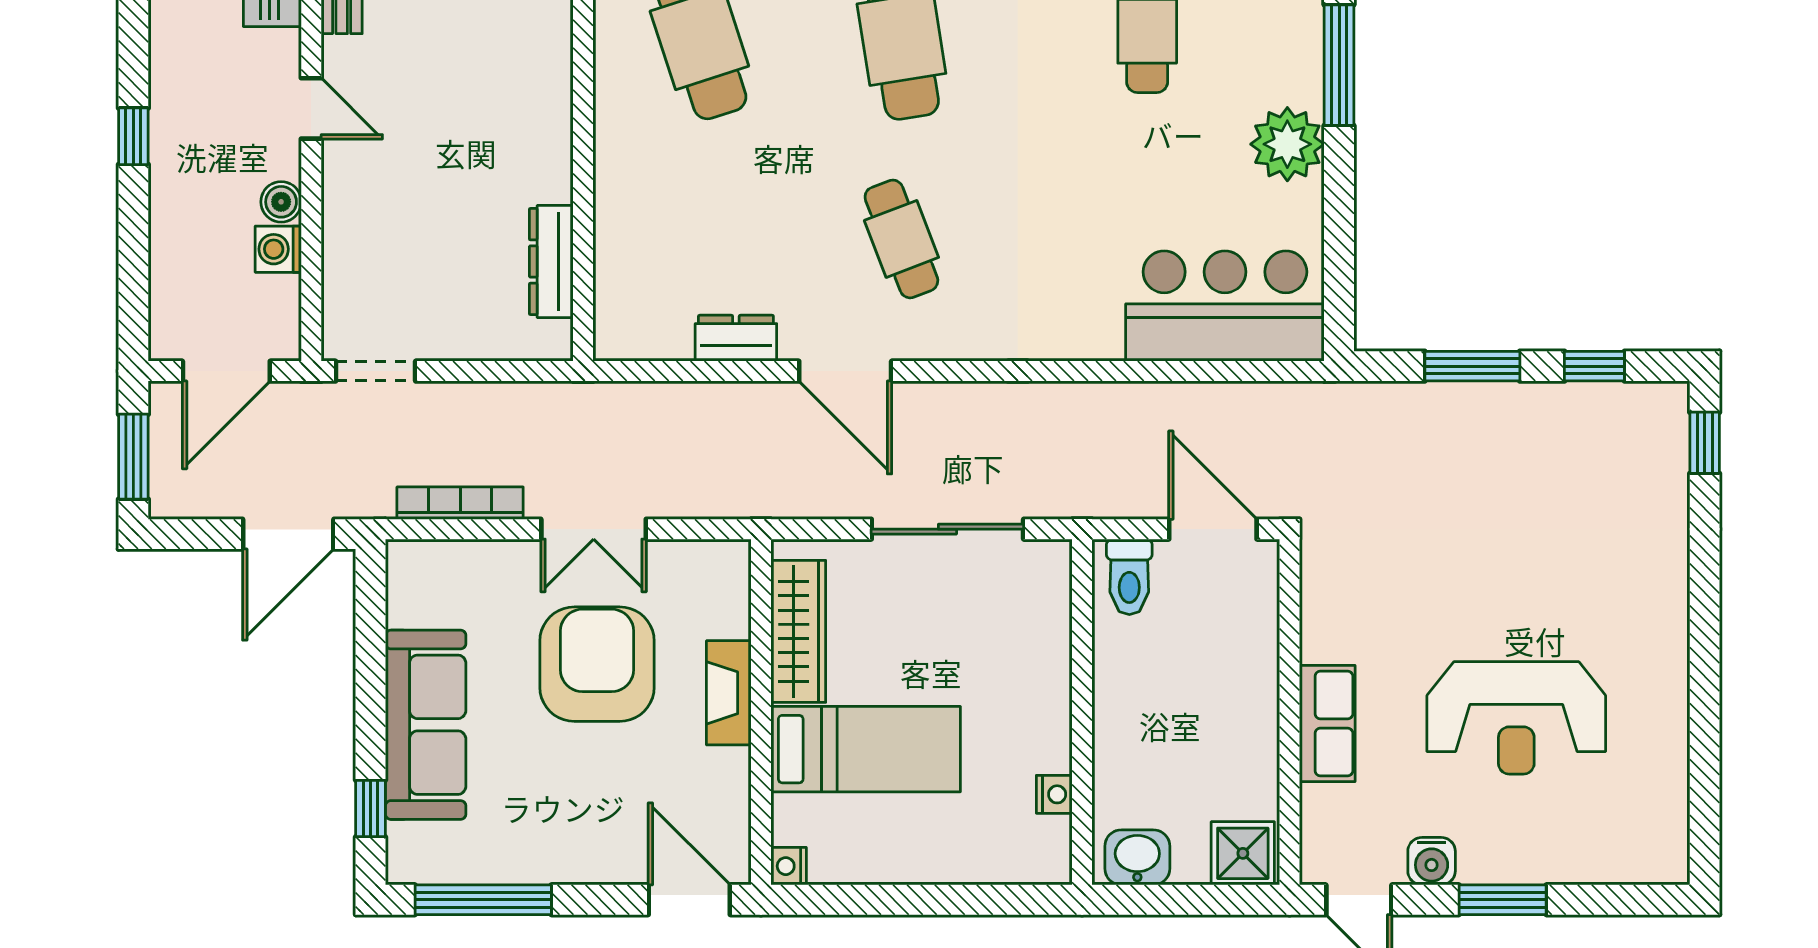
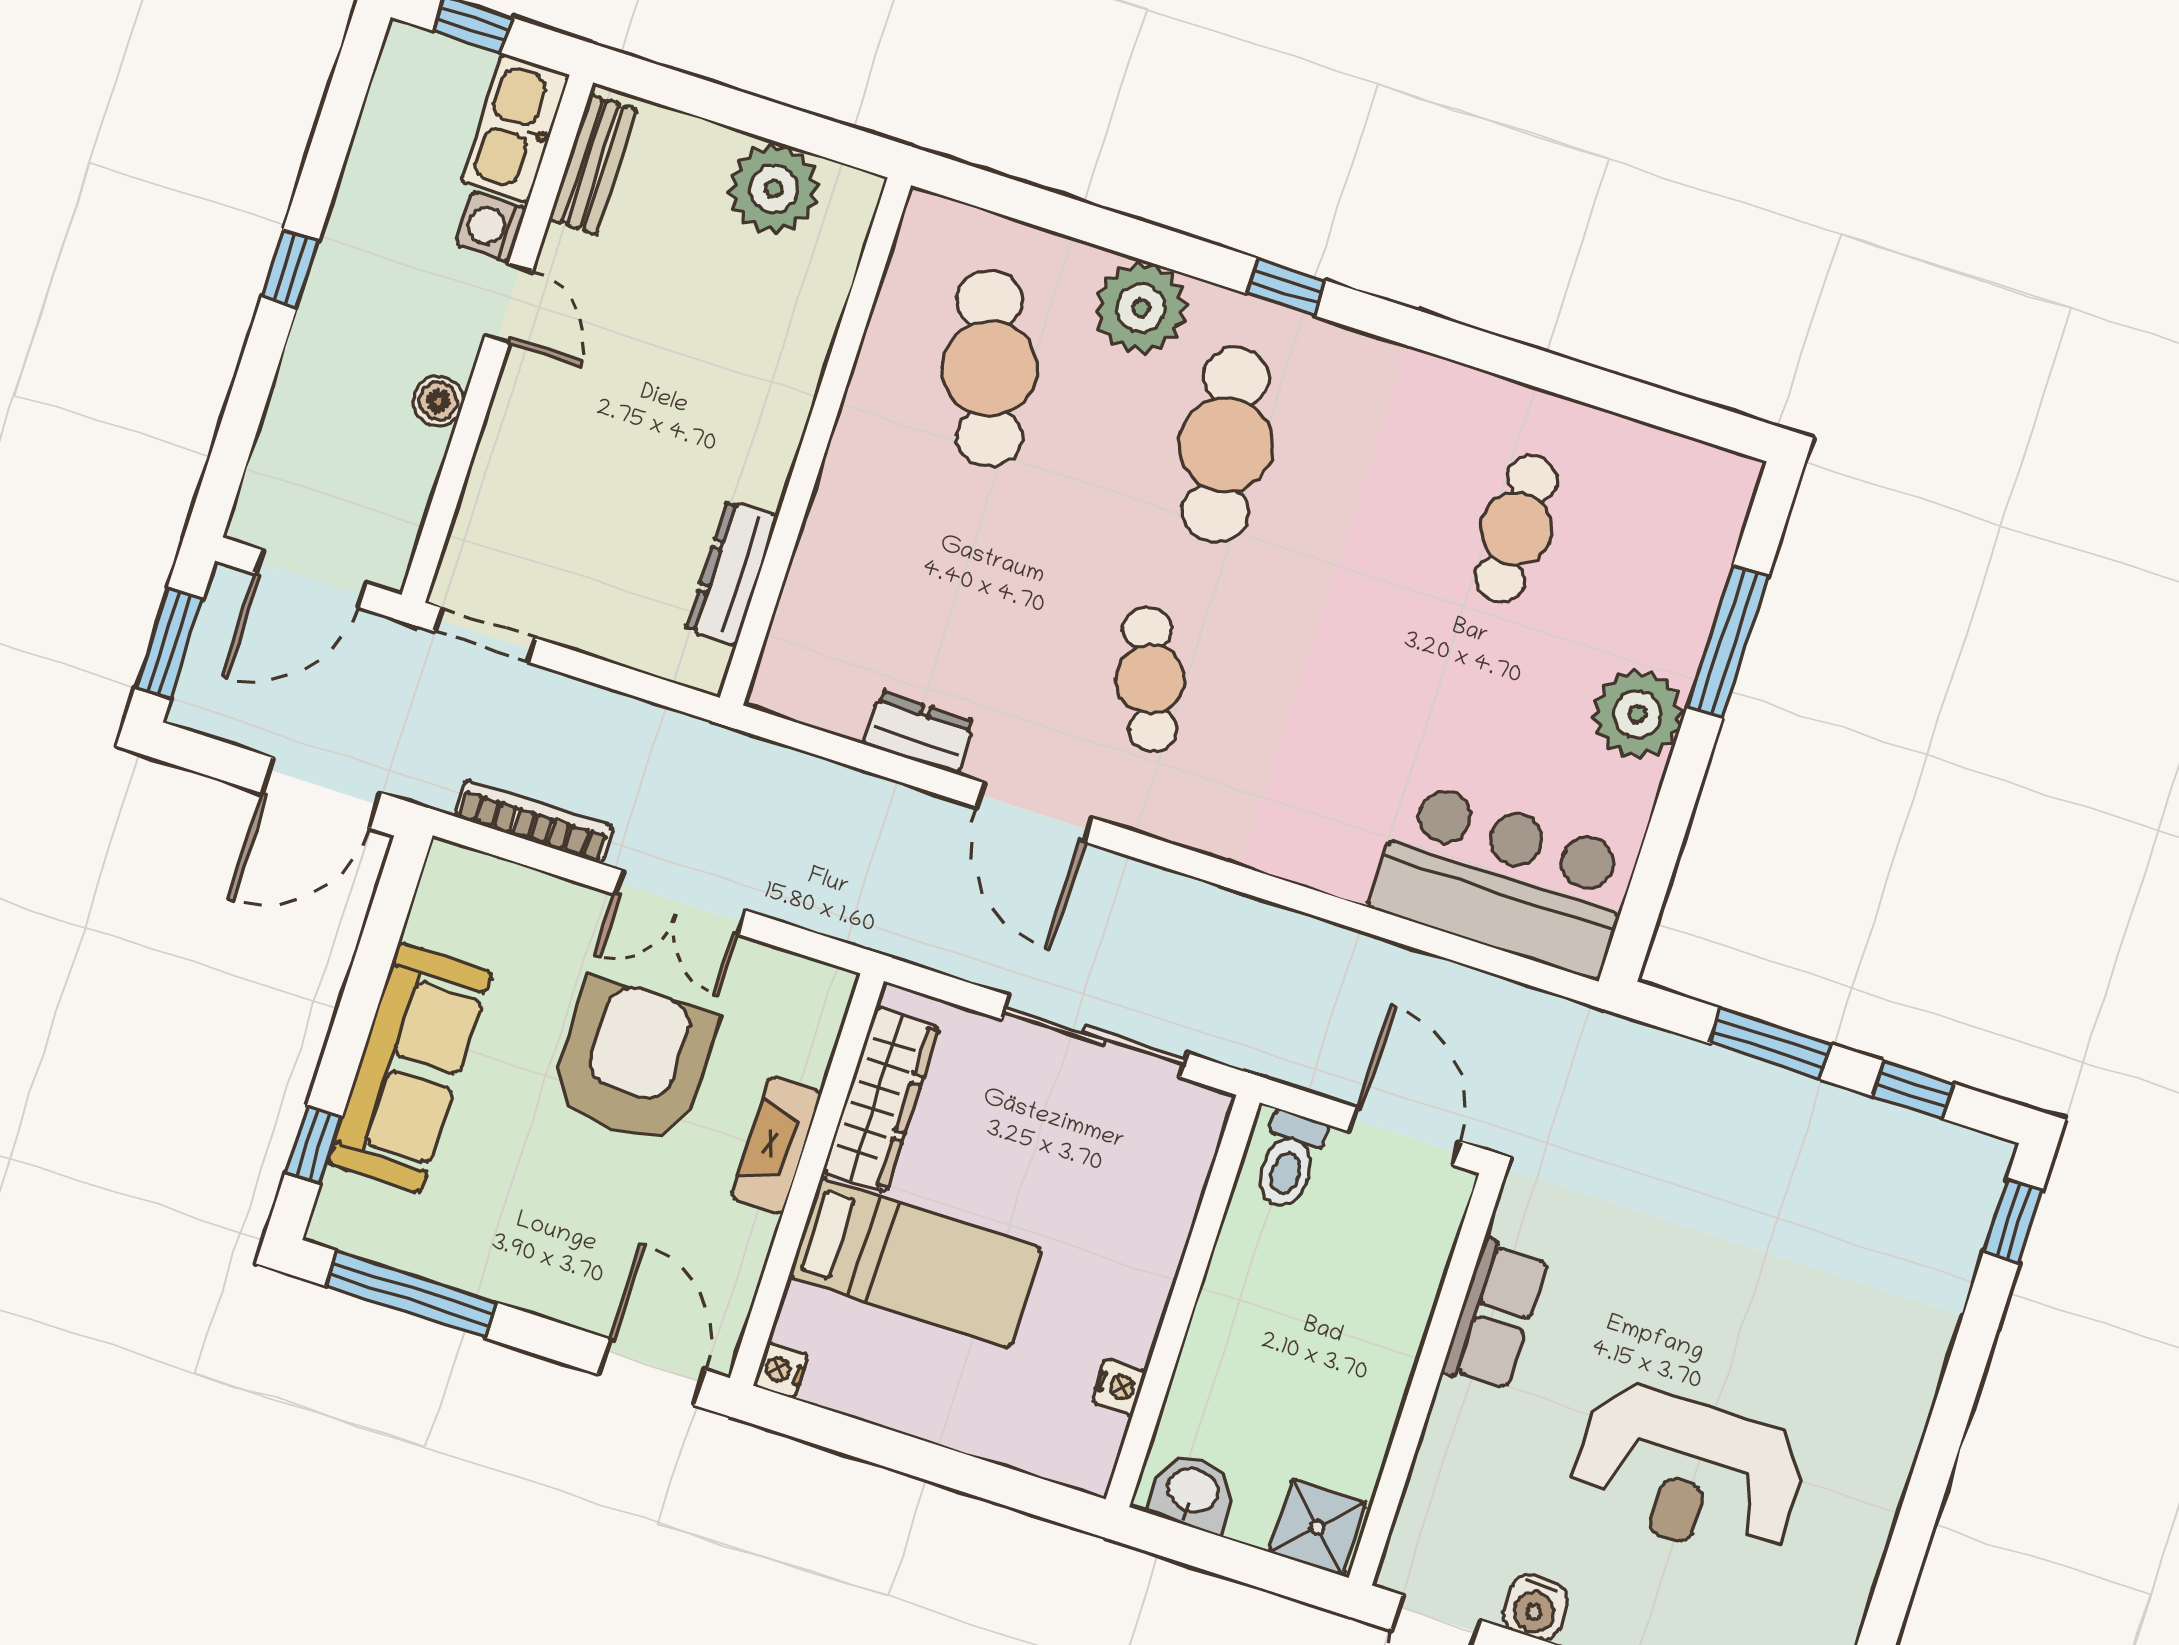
washing machine: (278, 249) -> (491, 227), moved
row of seats: (1327, 723) -> (1495, 1315), moved

